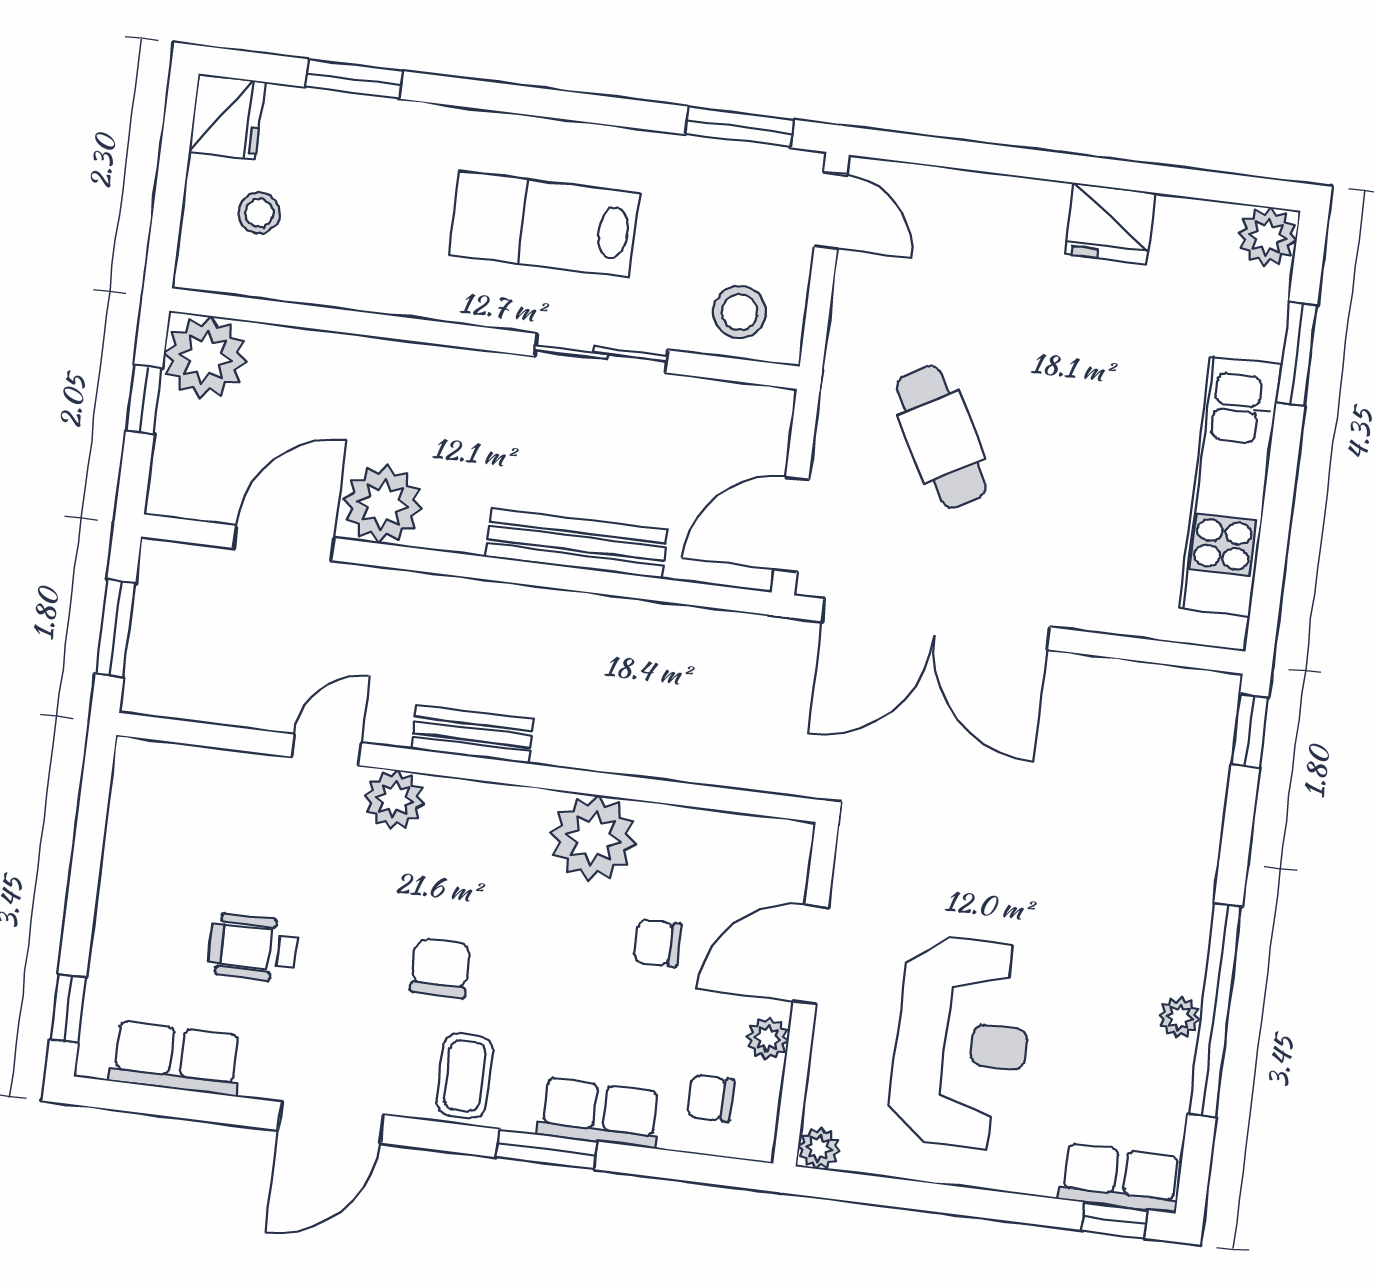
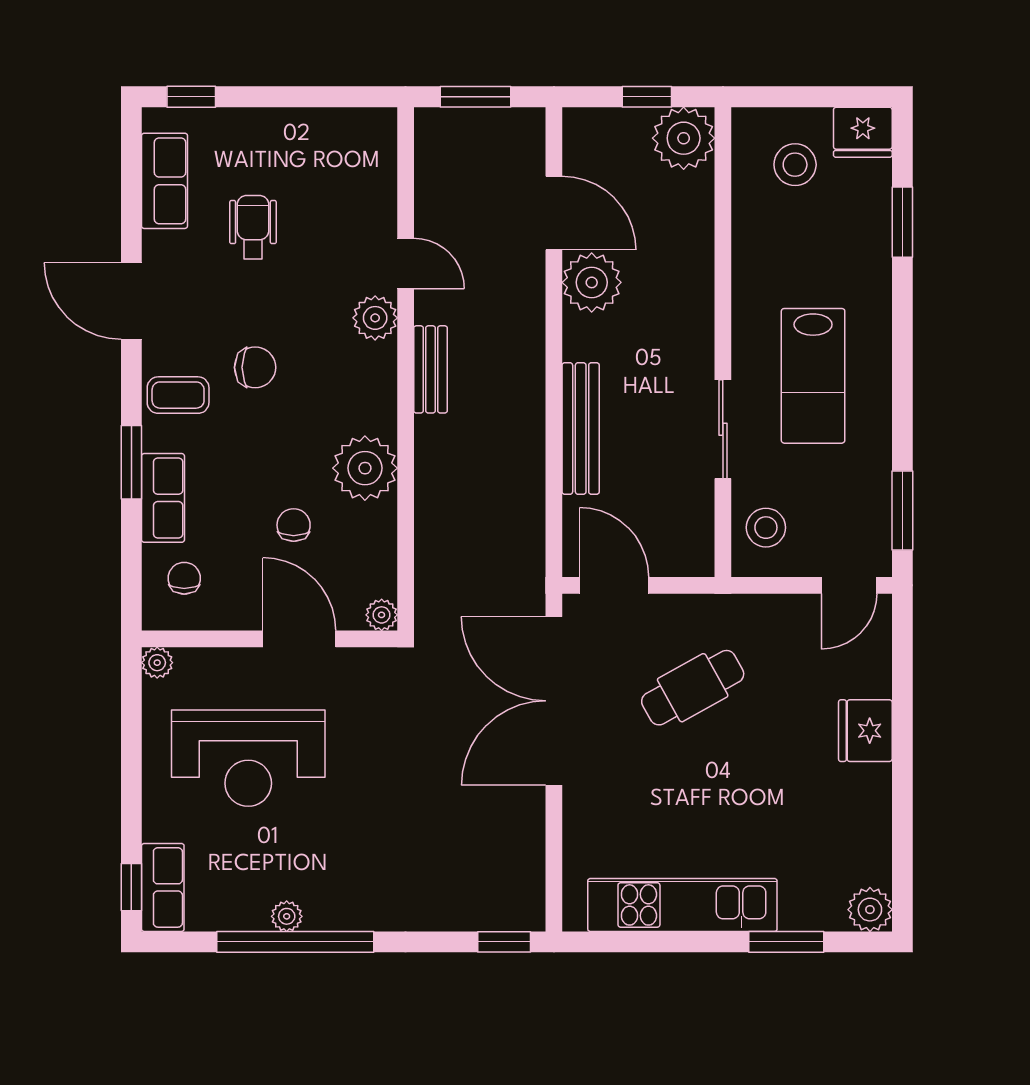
stool: (259, 213) -> (795, 165), width x1.37, depth x1.37
fridge: (1110, 223) -> (865, 731), moved
lab bench: (545, 224) -> (813, 376), turned 180
plant: (768, 1038) -> (382, 615), moved

